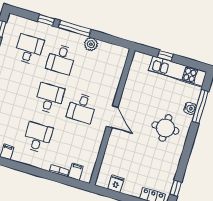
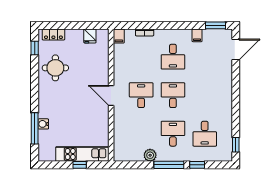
kitchen unit: (177, 71) -> (82, 154), moved
desk: (49, 98) -> (173, 95), turned 180
round table: (165, 128) -> (55, 68), moved
filing cabinet: (76, 172) -> (119, 36), moved

